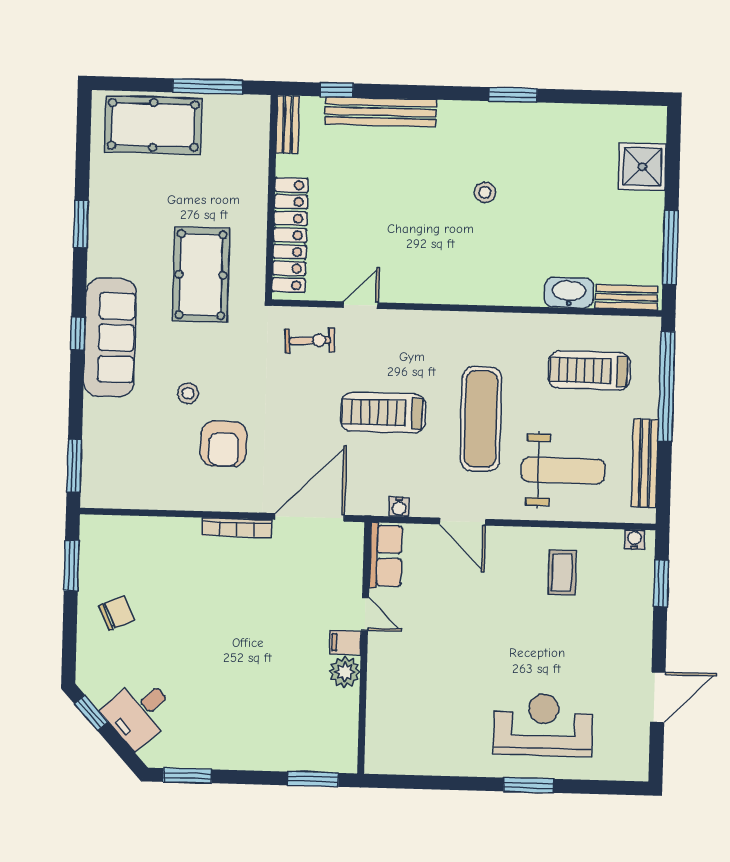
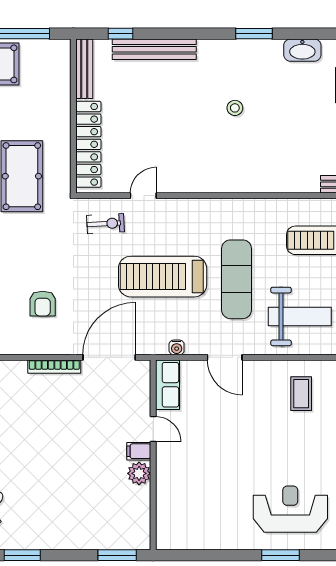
bench: (288, 124) -> (84, 69), width x1.36
washbasin: (569, 293) -> (302, 50), moved, turned 180
stool: (188, 393) -> (14, 266), removed
treadmill: (383, 413) -> (163, 277), width x1.37, depth x1.38
armchair: (224, 444) -> (43, 304), width x0.72, depth x0.72

